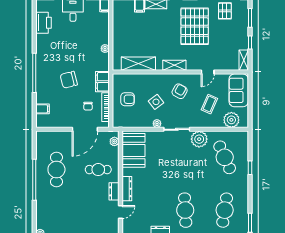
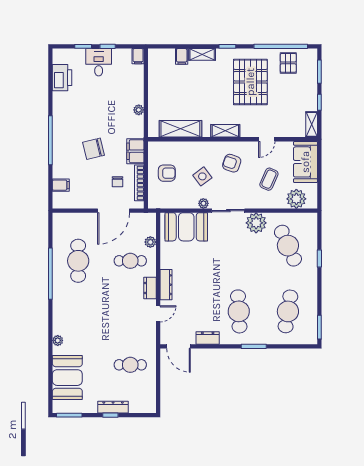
armchair: (180, 91) -> (232, 163), turned -100
plant: (114, 141) -> (150, 242), moved
booth: (134, 150) -> (186, 227), moved, turned 90

